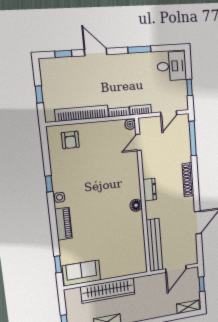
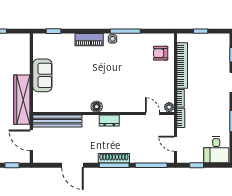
window: (195, 179) -> (114, 165), added
window: (49, 184) -> (125, 31), width x2.17
sofa: (82, 273) -> (42, 75), moved
wardrobe: (108, 290) -> (22, 100), moved

